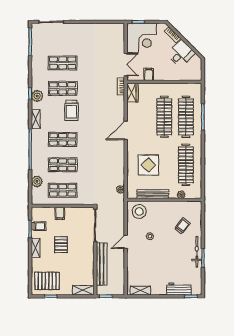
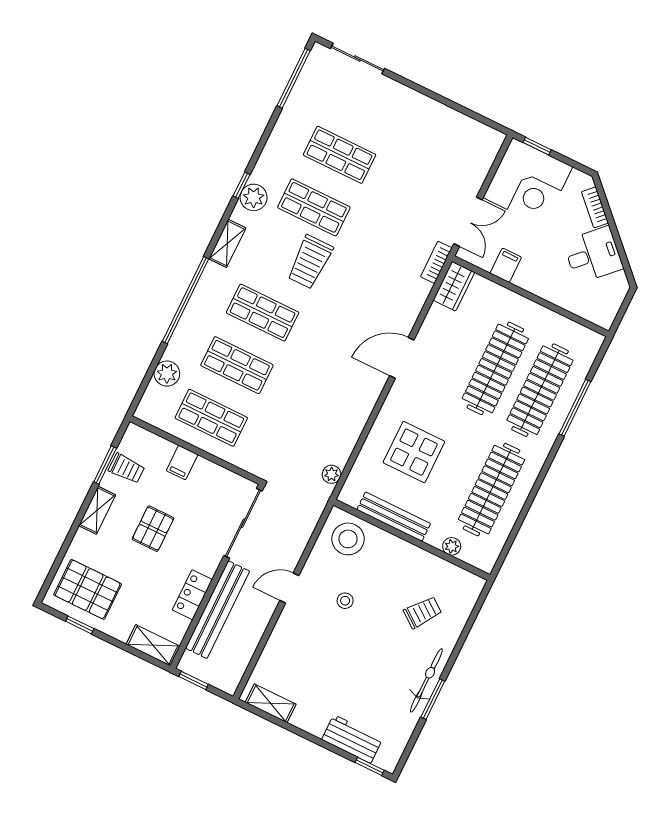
locker: (89, 263) -> (192, 595), added

